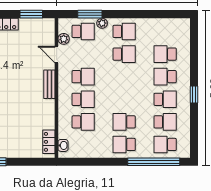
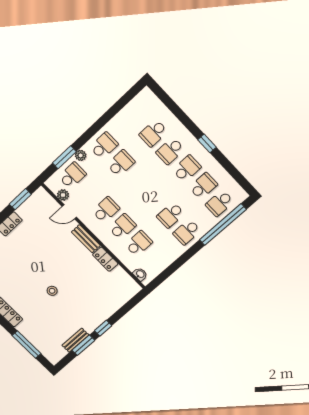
locker: (49, 142) -> (105, 259), moved

